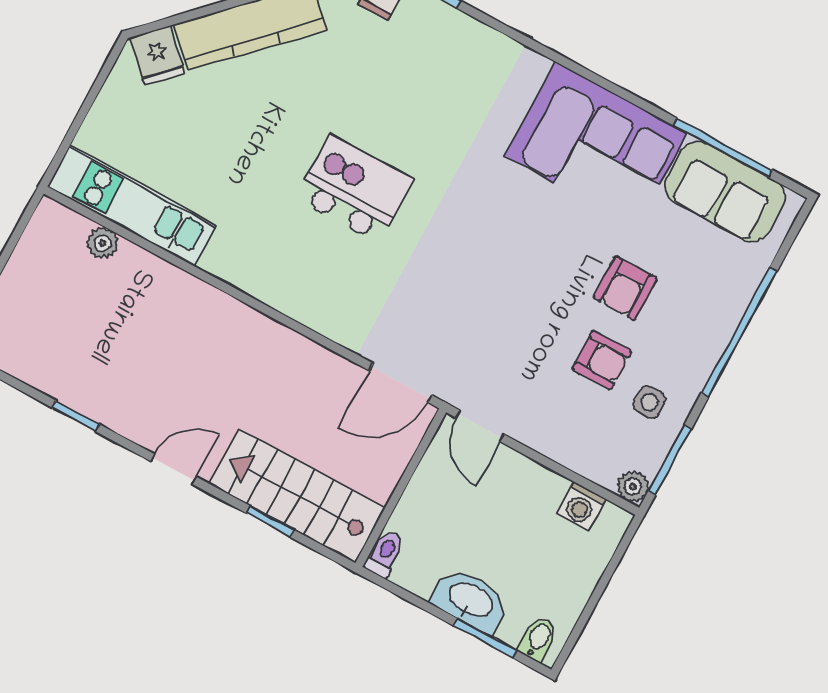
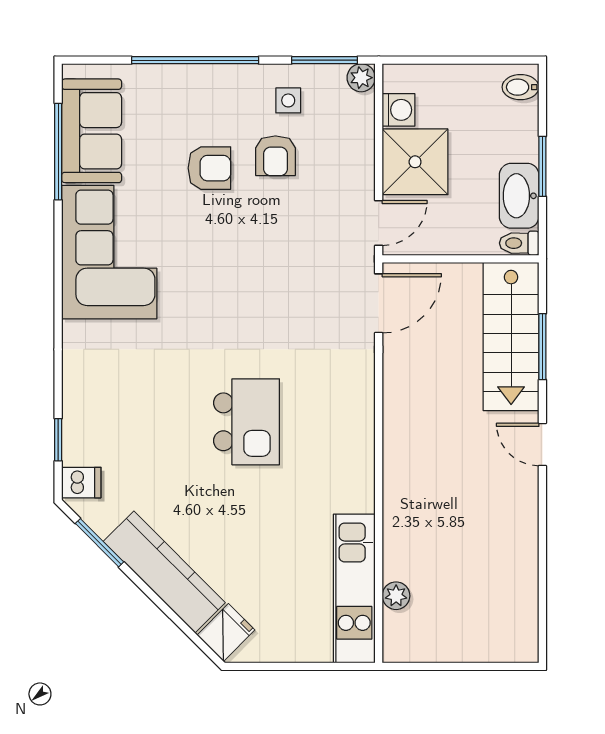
kitchen island: (355, 189) -> (246, 422), turned 180
armchair: (602, 360) -> (275, 156), turned 180
door: (401, 383) -> (379, 303), hinge flipped
window: (76, 416) -> (542, 543), removed
shower: (521, 495) -> (415, 162), added
window: (270, 521) -> (542, 347), width x1.50
washbasin: (470, 600) -> (519, 196), moved
window: (485, 638) -> (542, 166), moved

